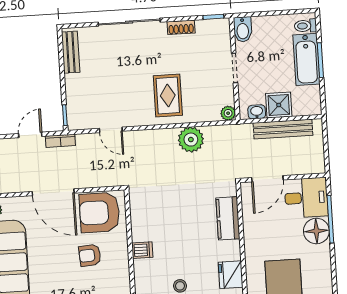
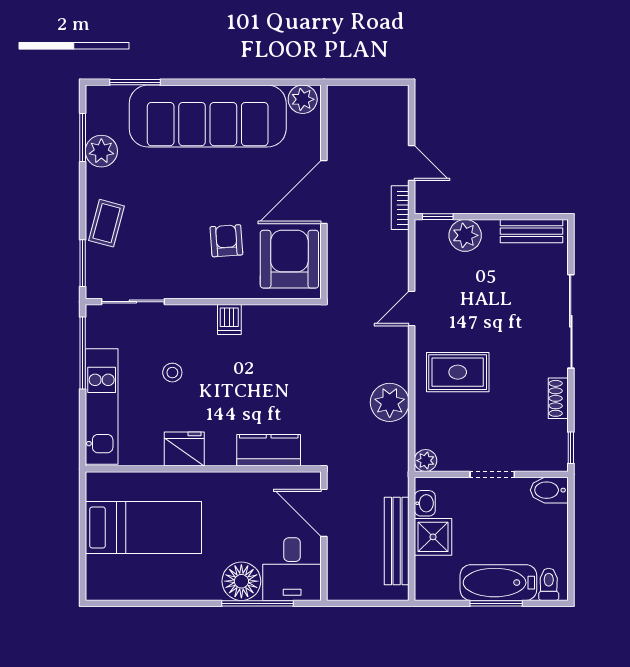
plant: (76, 96) -> (465, 235), added
door: (111, 130) -> (412, 309), moved

